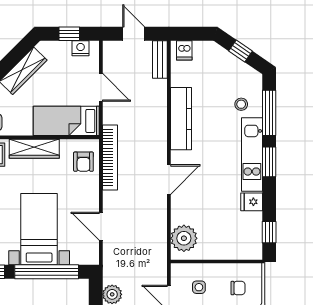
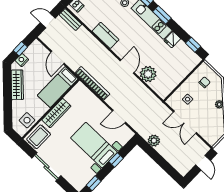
nightstand: (81, 48) -> (22, 60), moved
door: (101, 87) -> (58, 58), swing flipped
kitchen counter: (181, 119) -> (105, 35), width x0.67
armchair: (83, 162) -> (83, 97), removed
plant: (184, 238) -> (148, 74), moved
window: (47, 272) -> (116, 160), width x0.32

